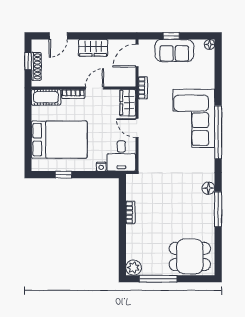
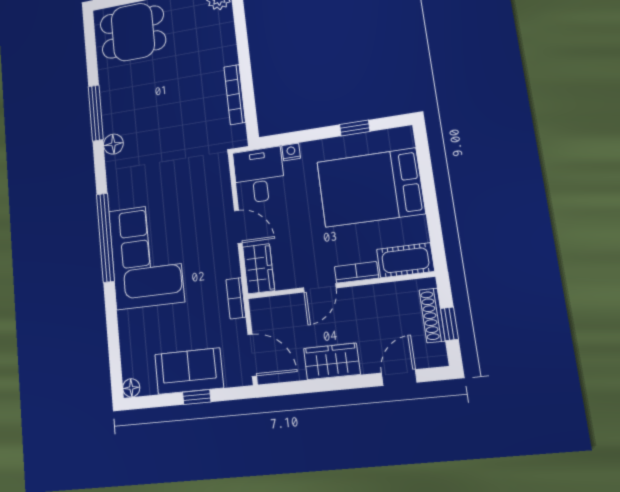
door: (137, 56) -> (252, 355), hinge flipped
bookcase: (130, 212) -> (235, 94), width x1.56

